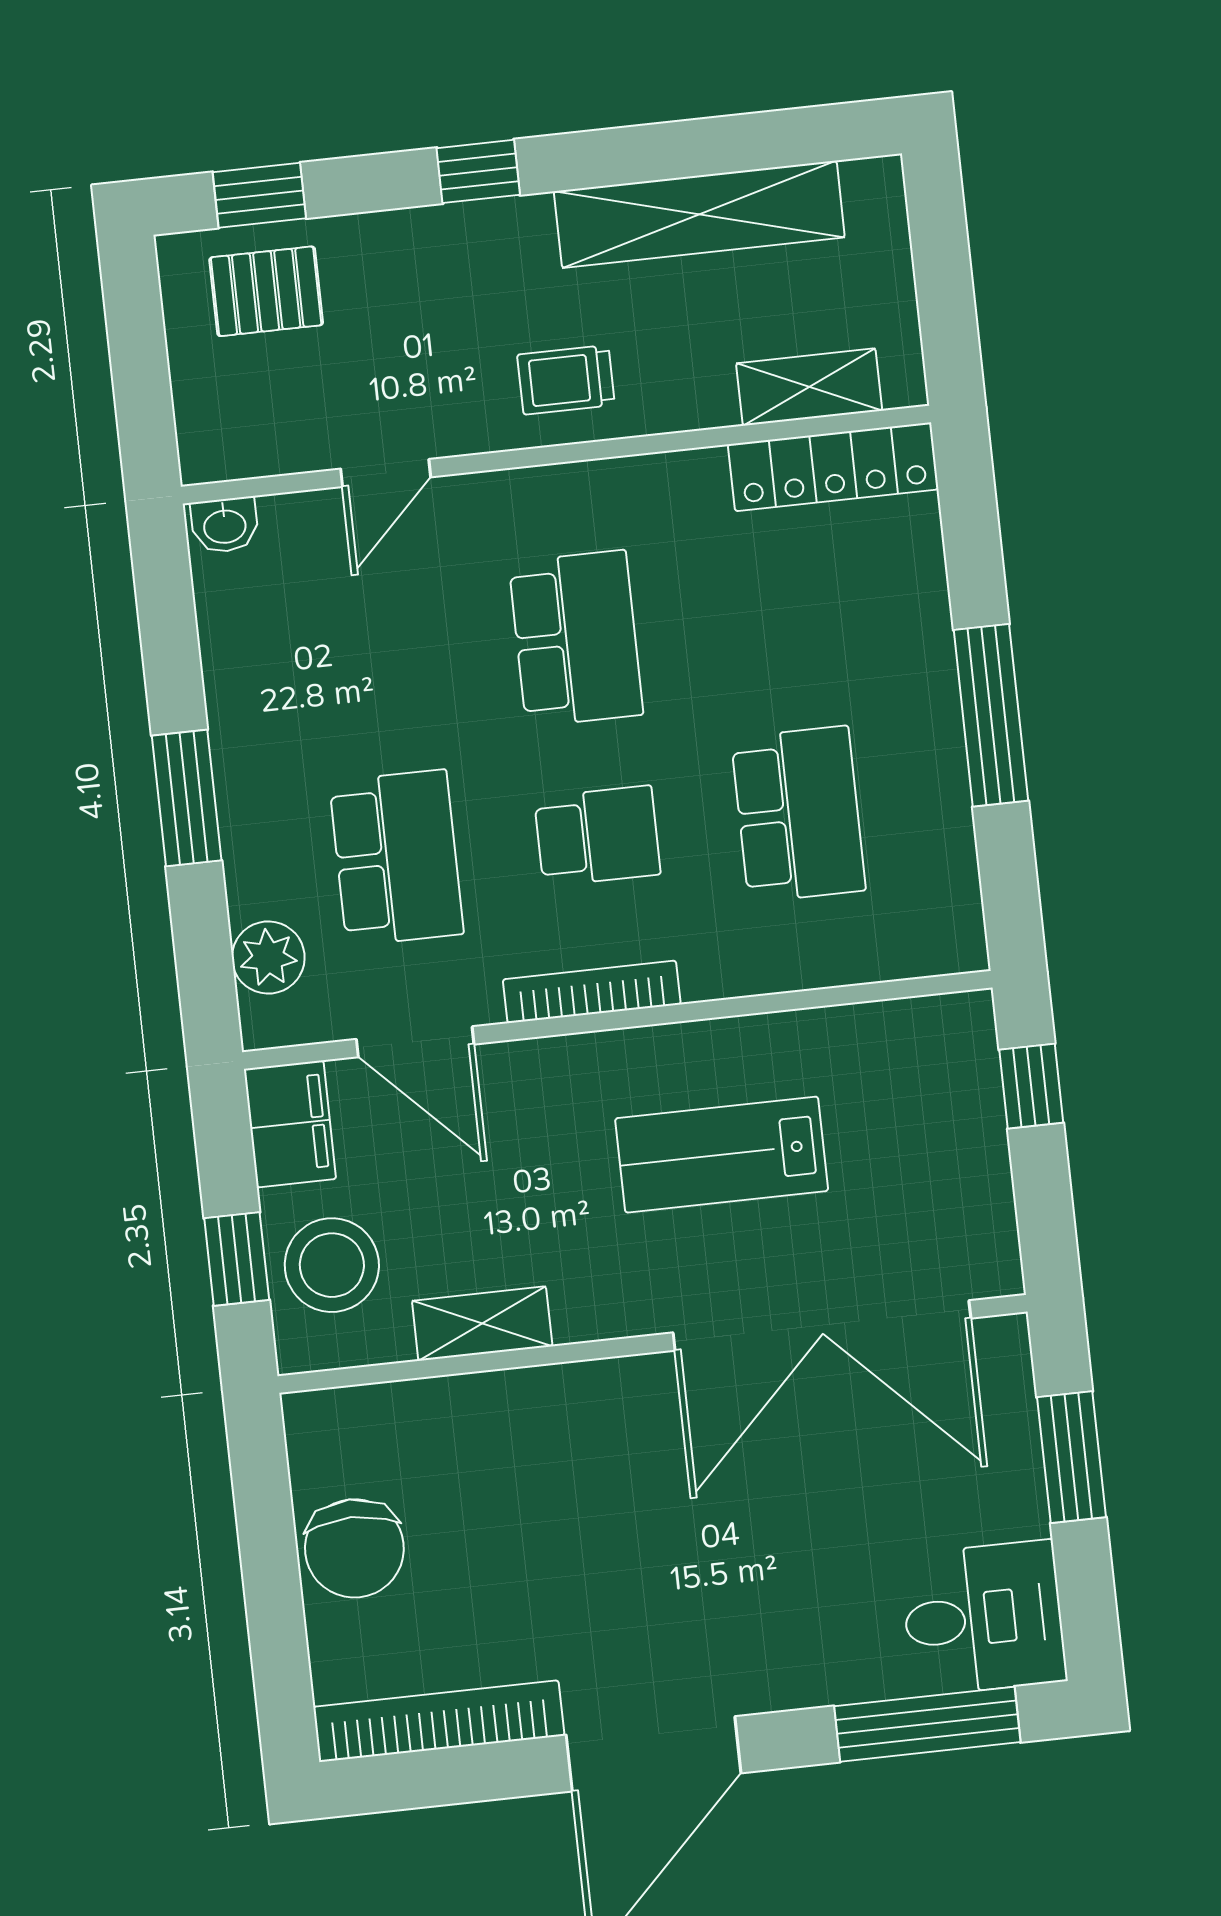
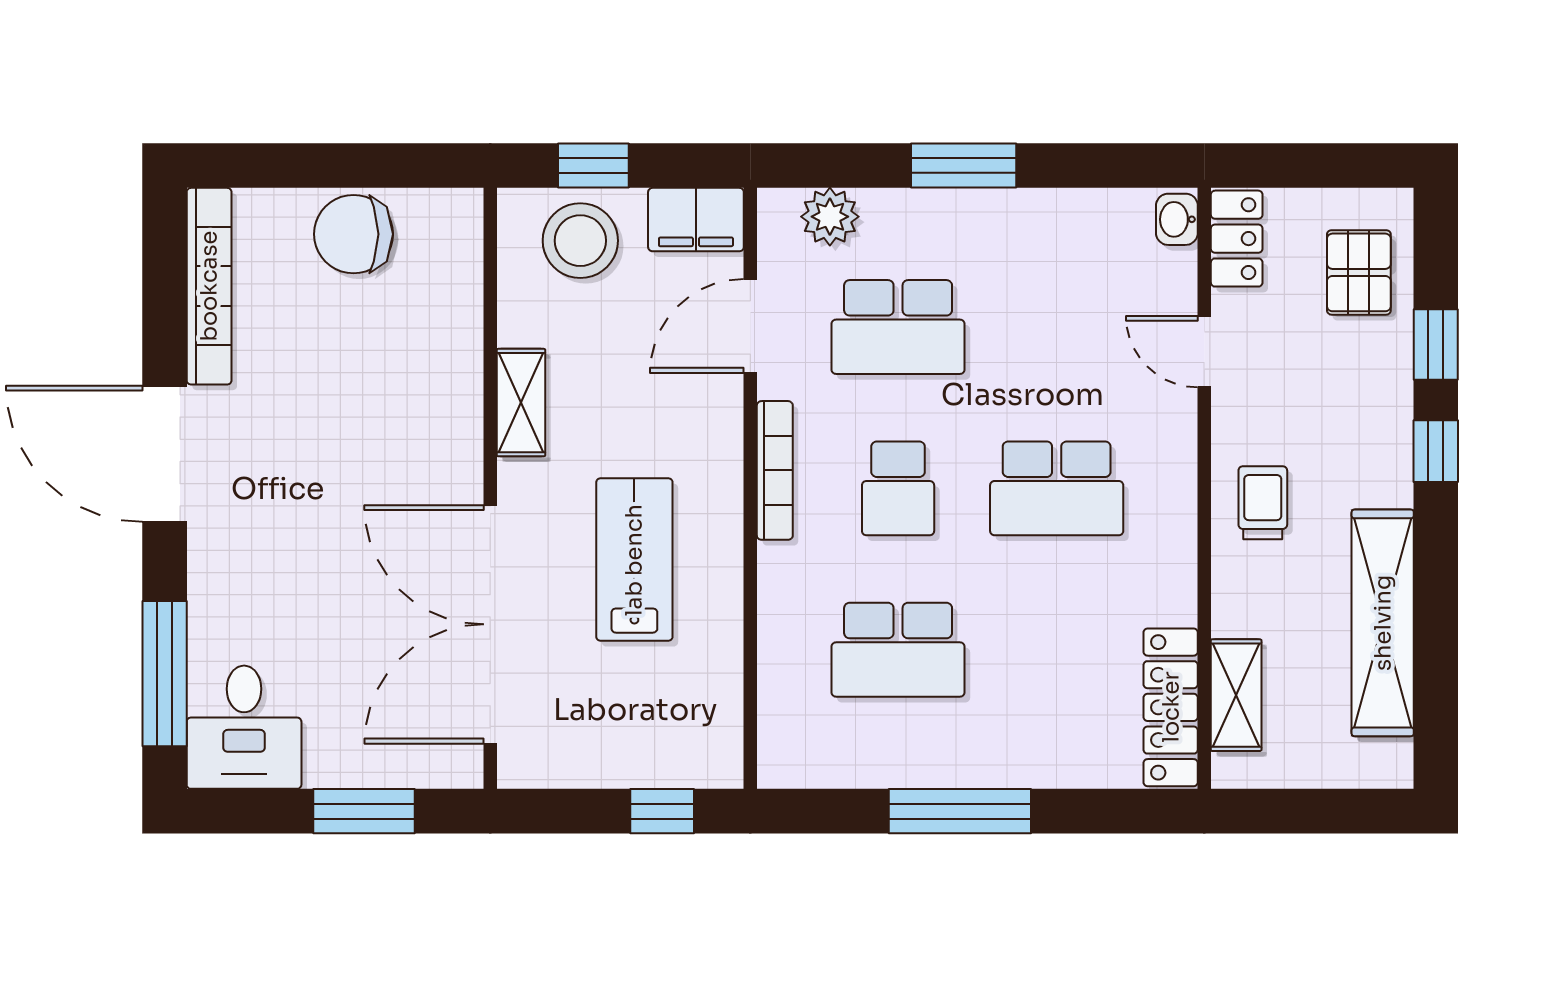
window: (259, 195) -> (1436, 345), moved
locker: (241, 448) -> (1237, 239), added
shelving: (482, 1324) -> (521, 403), moved

